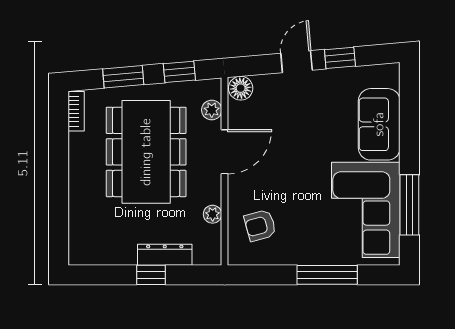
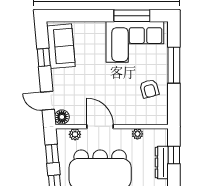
door: (297, 62) -> (47, 101), moved
sofa: (379, 124) -> (61, 46), moved, turned -95
armchair: (260, 226) -> (149, 89), moved
window: (151, 275) -> (174, 155), moved

